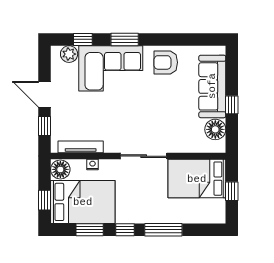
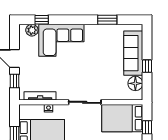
window: (125, 39) -> (107, 20), moved
armchair: (166, 62) -> (100, 36), removed
floor lamp: (60, 169) -> (26, 112), removed

